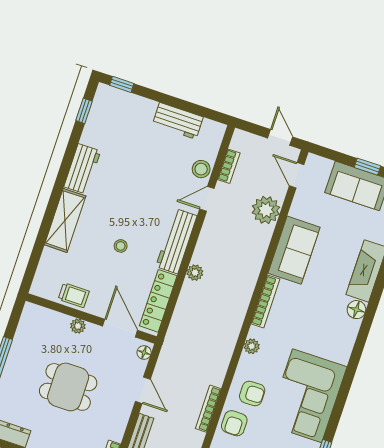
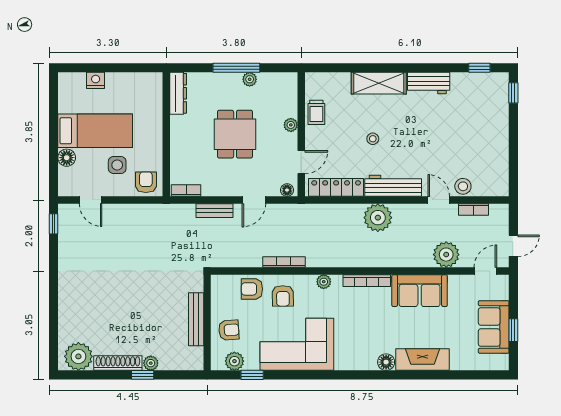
workbench: (178, 121) -> (498, 152), removed
plant: (195, 273) -> (378, 218), width x1.88, depth x1.88
door: (120, 328) -> (301, 162), width x0.73
plant: (16, 353) -> (250, 79), added
bookcase: (208, 409) -> (284, 262), moved

